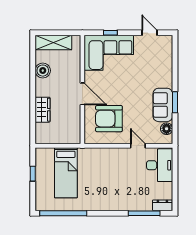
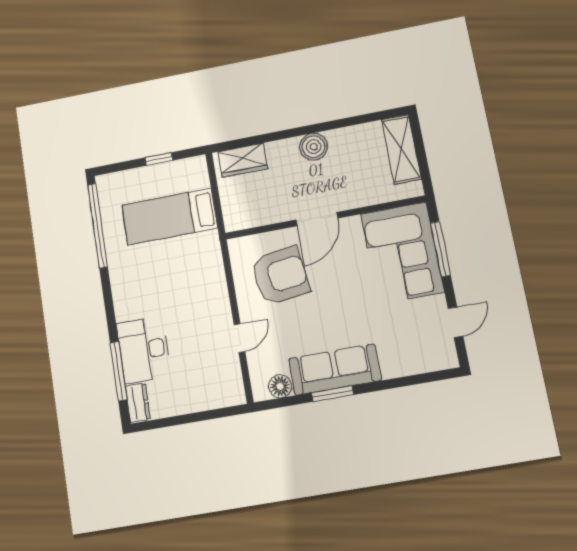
window: (110, 33) -> (440, 249), width x2.17
boiler: (43, 71) -> (314, 147), moved
sofa: (163, 105) -> (335, 369), width x1.36
wardrobe: (43, 110) -> (243, 160), moved
armchair: (109, 119) -> (280, 276), turned 82
desk: (160, 165) -> (144, 350), moved, turned 90

